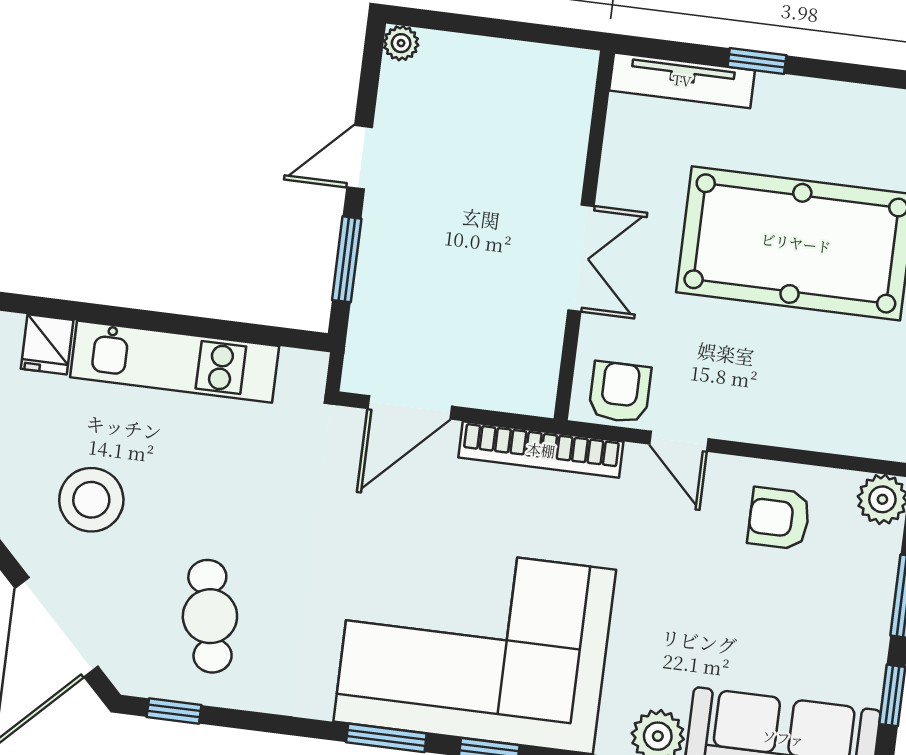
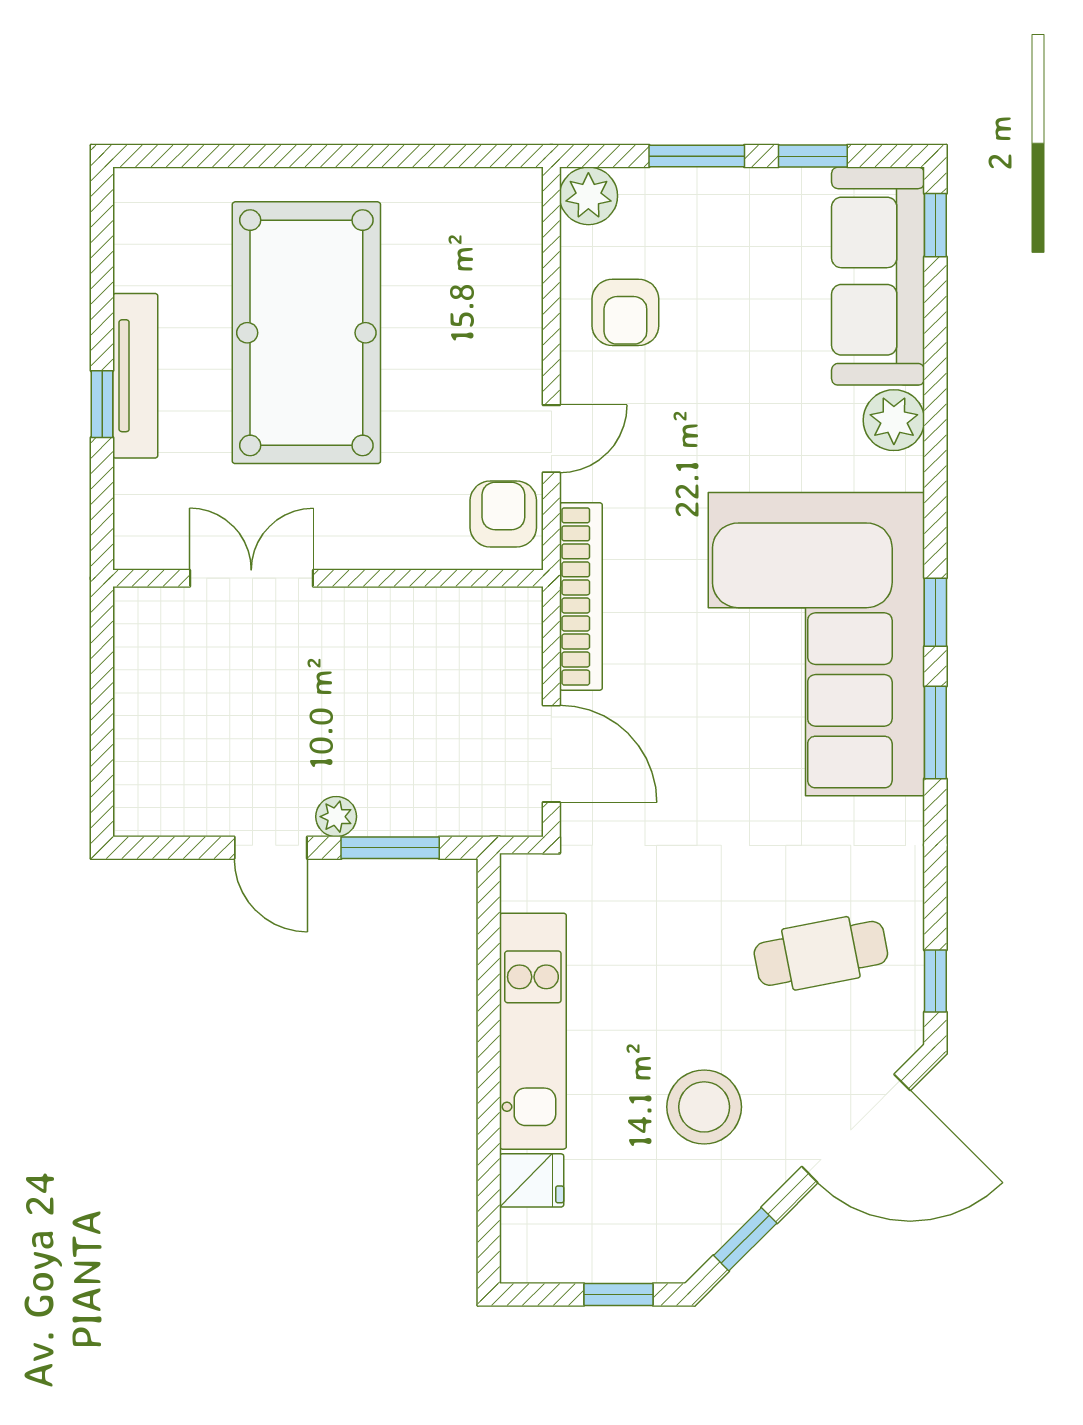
plant: (401, 43) -> (336, 817), moved
tv unit: (682, 80) -> (135, 376), moved
double door: (581, 258) -> (251, 578), moved
armchair: (620, 392) -> (503, 514), turned 90

